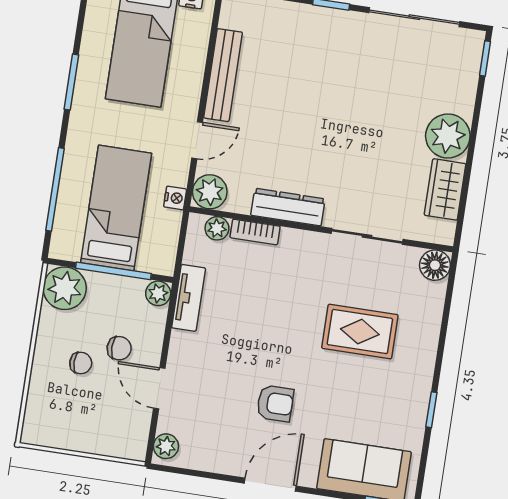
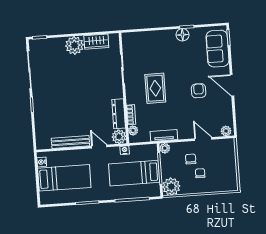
dresser: (288, 207) -> (119, 114), moved
floor lamp: (435, 265) -> (182, 35), moved
rug: (360, 332) -> (155, 88), moved
door: (159, 388) -> (203, 139), swing flipped

